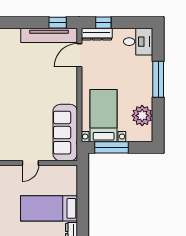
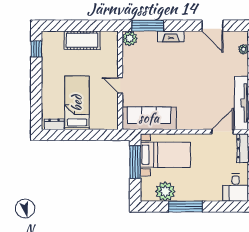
door: (79, 55) -> (223, 132), hinge flipped
window: (158, 79) -> (185, 206), moved

